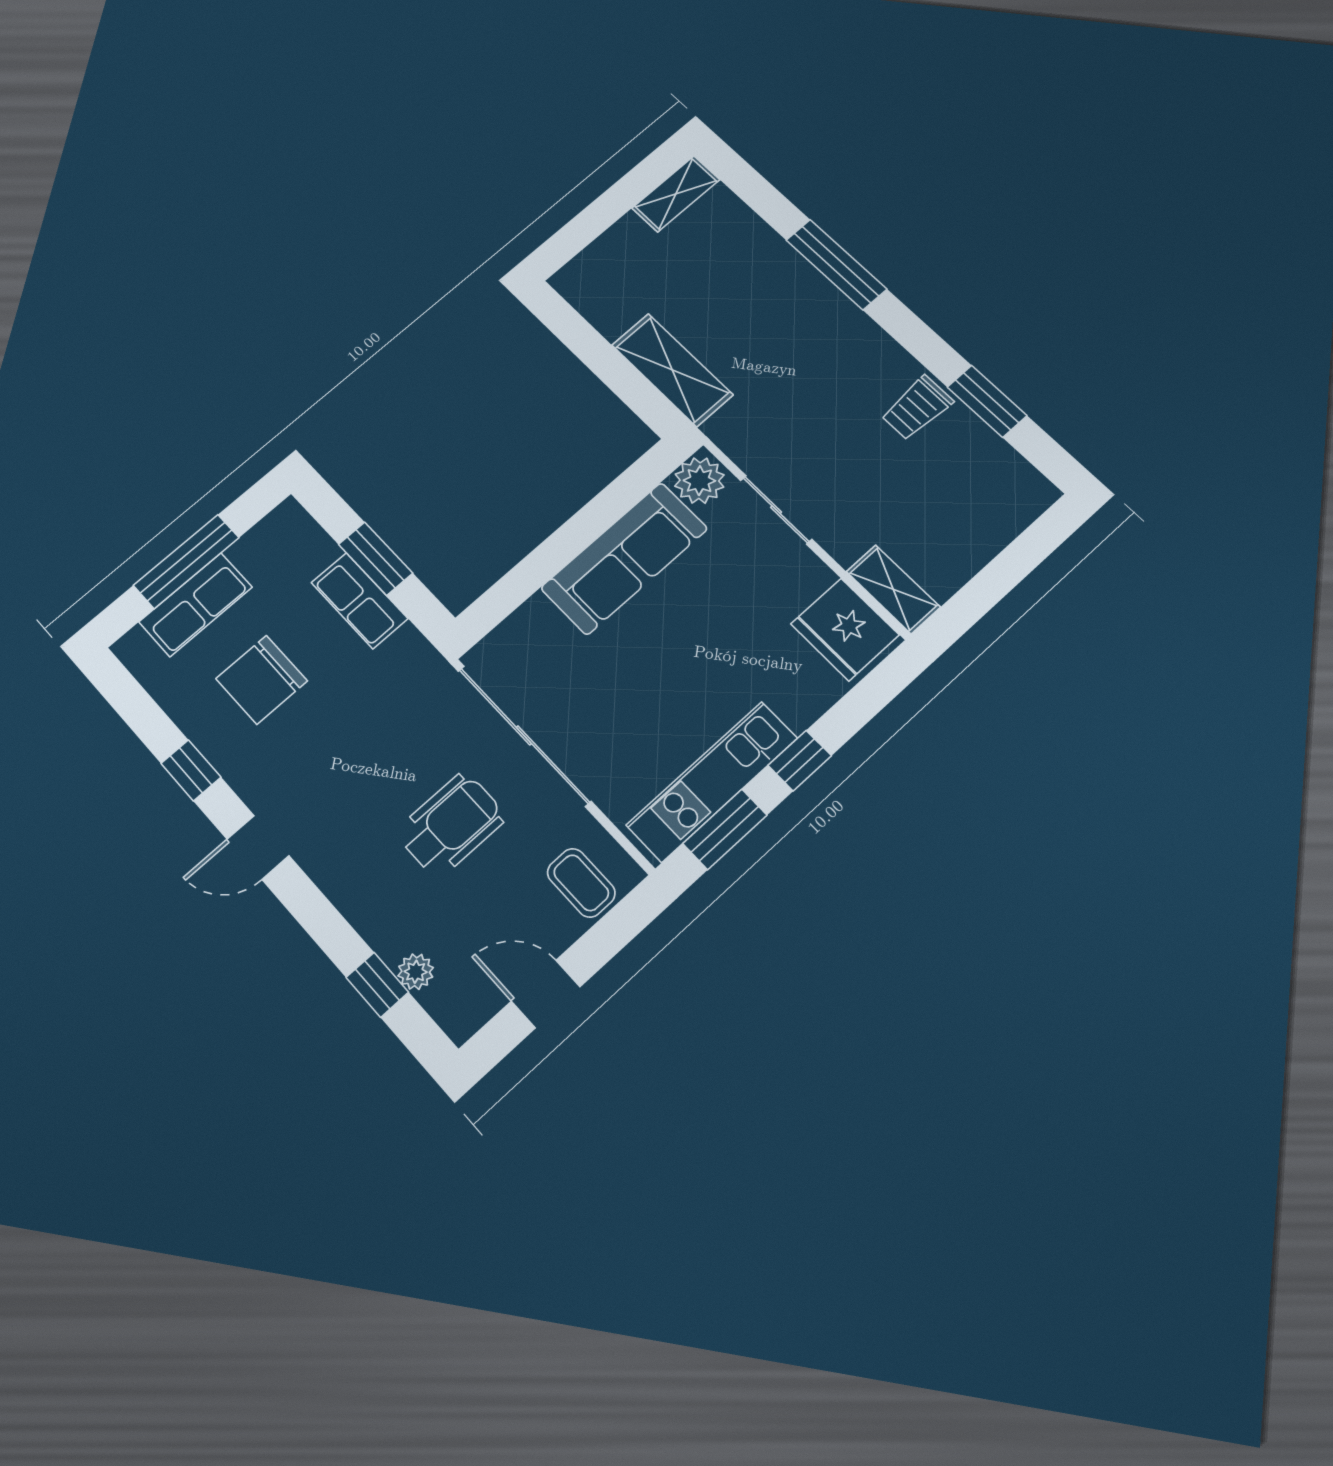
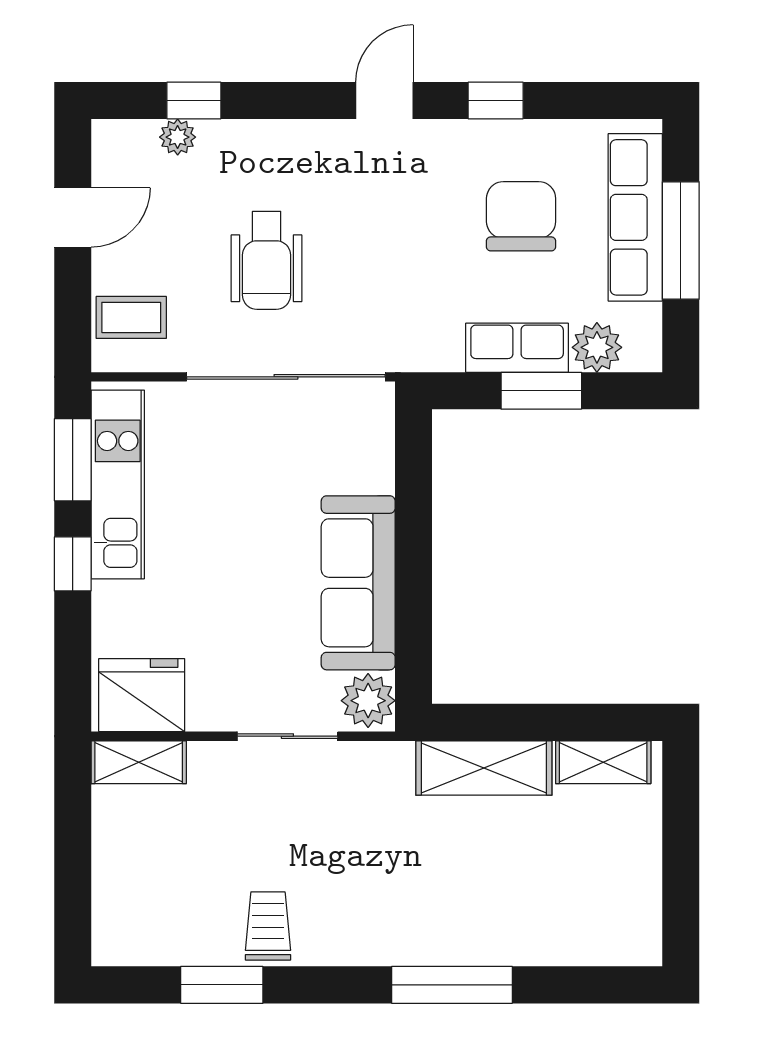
shelving: (676, 194) -> (603, 762), moved, turned 90
plant: (312, 550) -> (597, 347), added
row of seats: (196, 605) -> (635, 217), width x1.48

